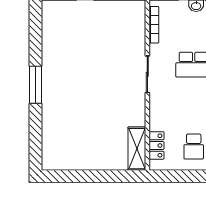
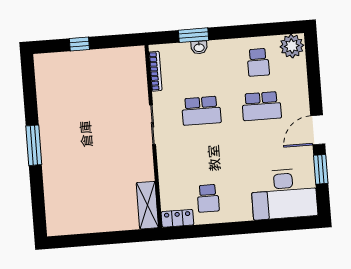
locker: (156, 145) -> (177, 218), moved, turned -90

